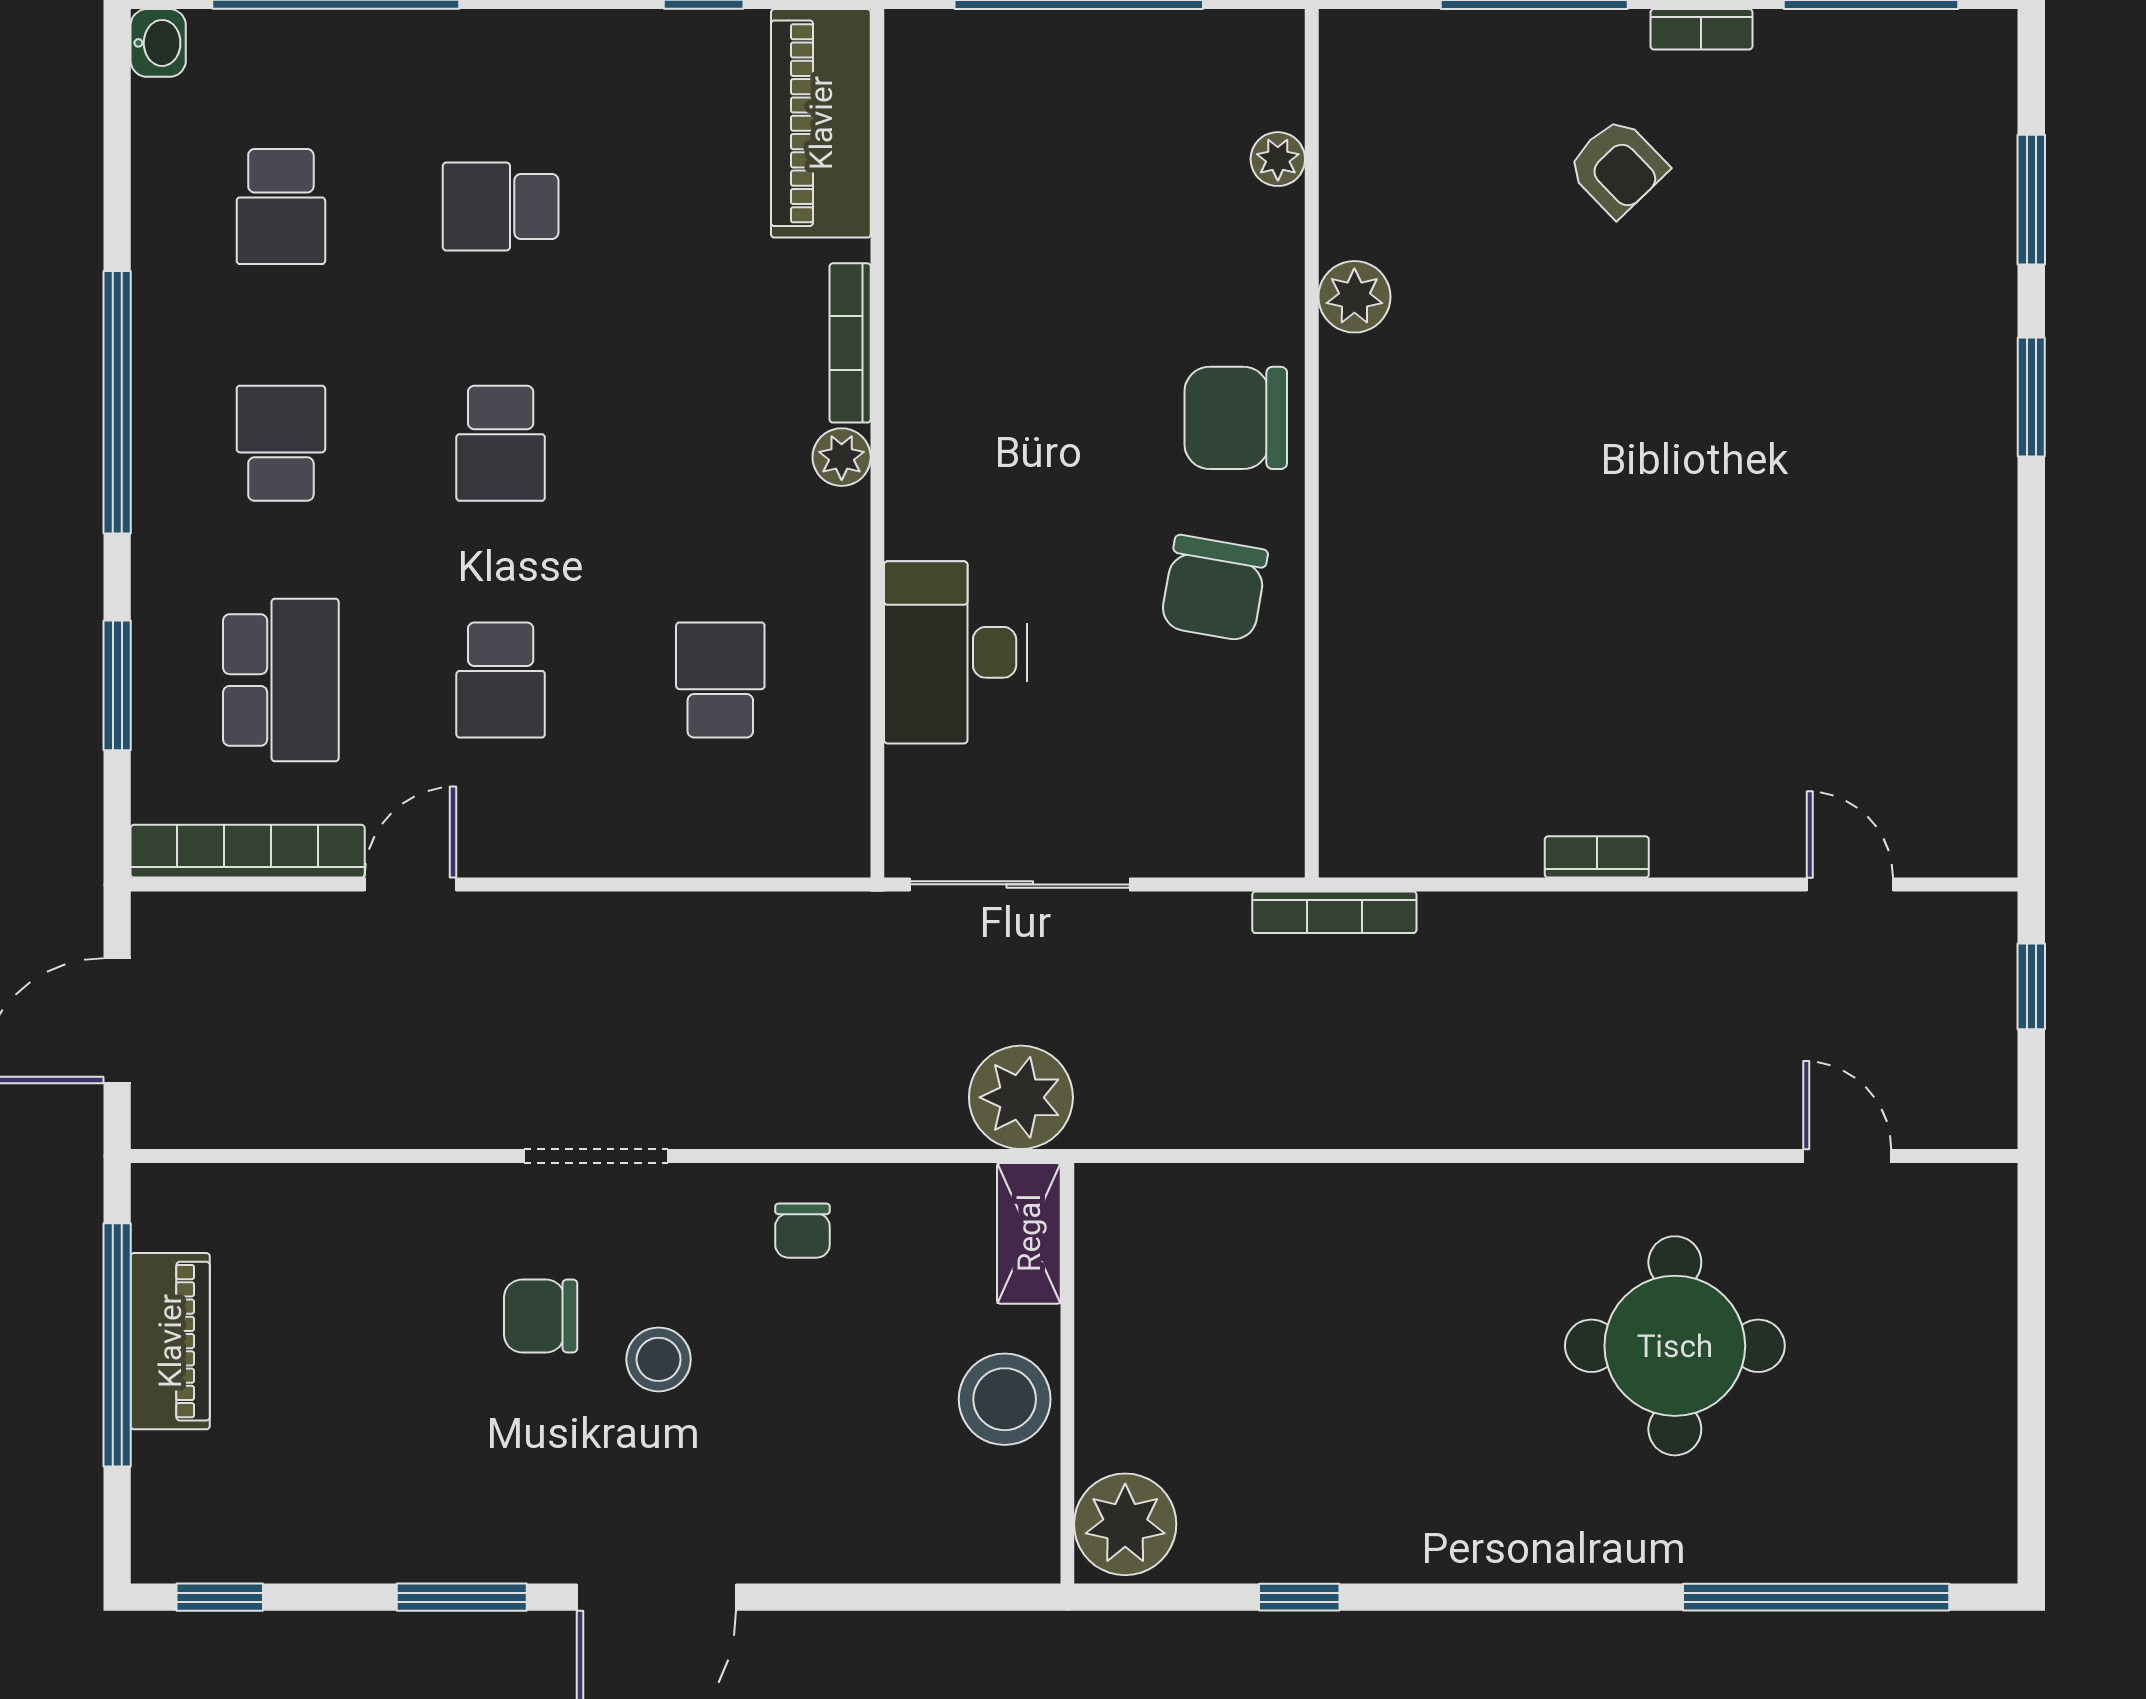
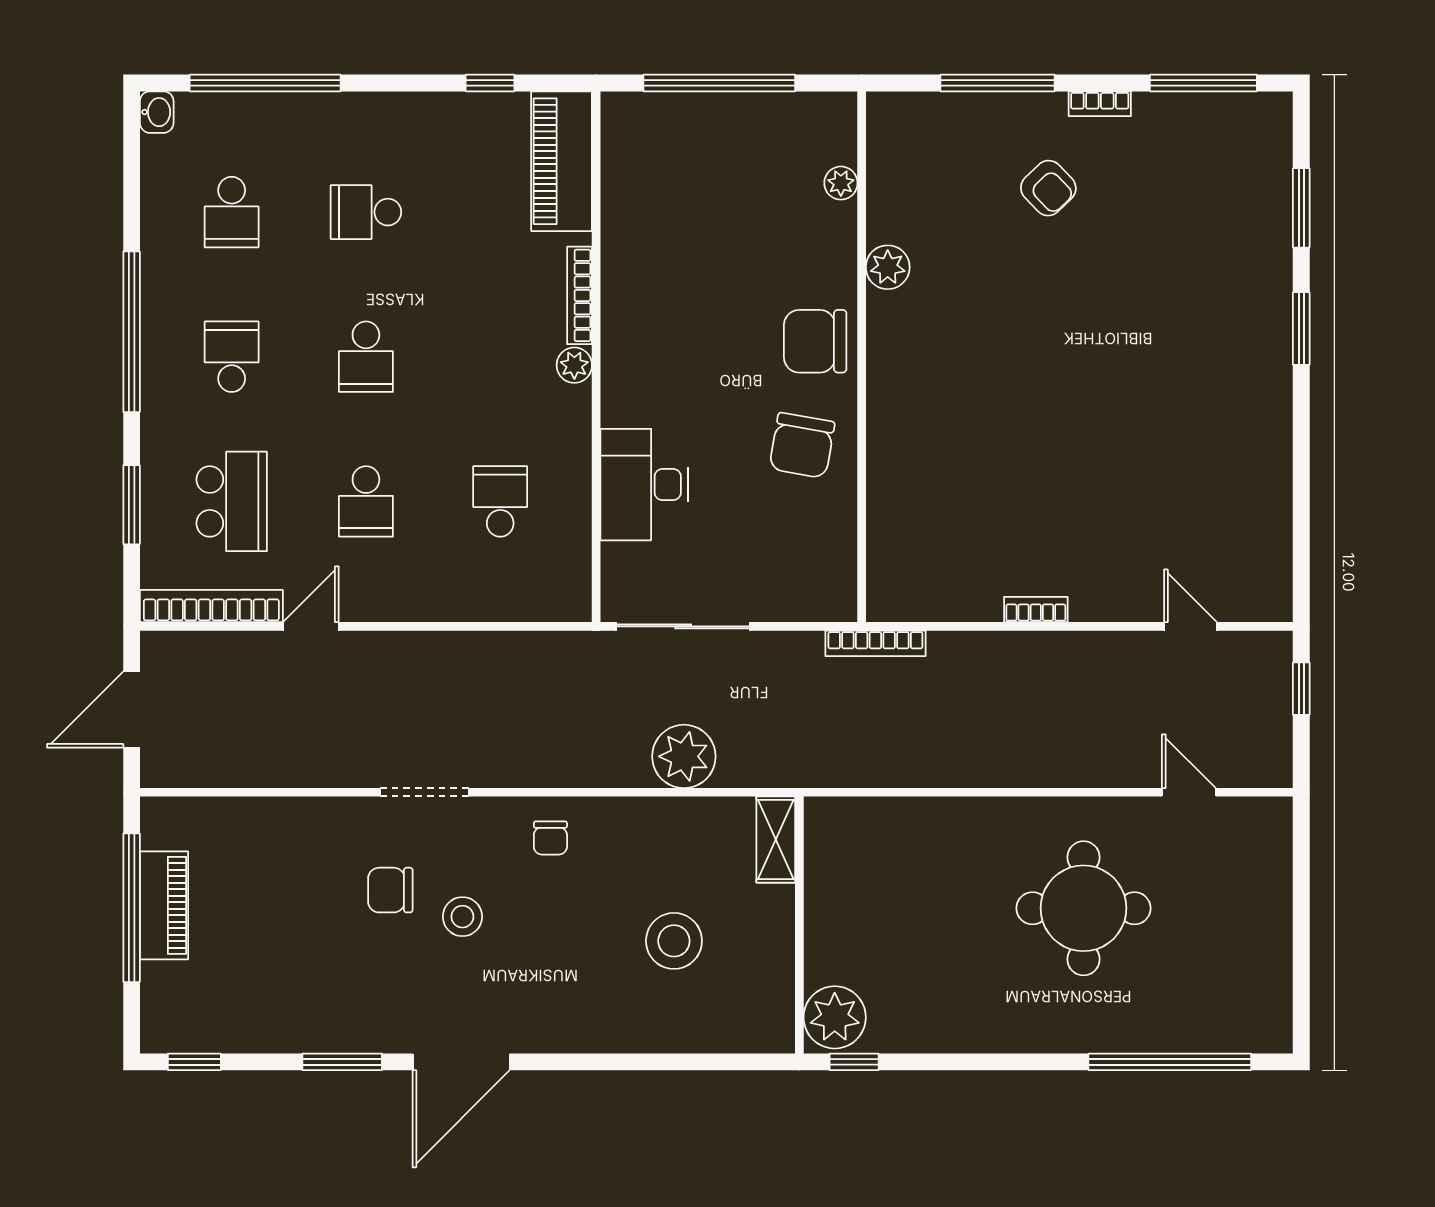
shelving: (1029, 1233) -> (776, 840), moved
wall: (1067, 1373) -> (799, 925), moved
plant: (1125, 1524) -> (835, 1017), moved

